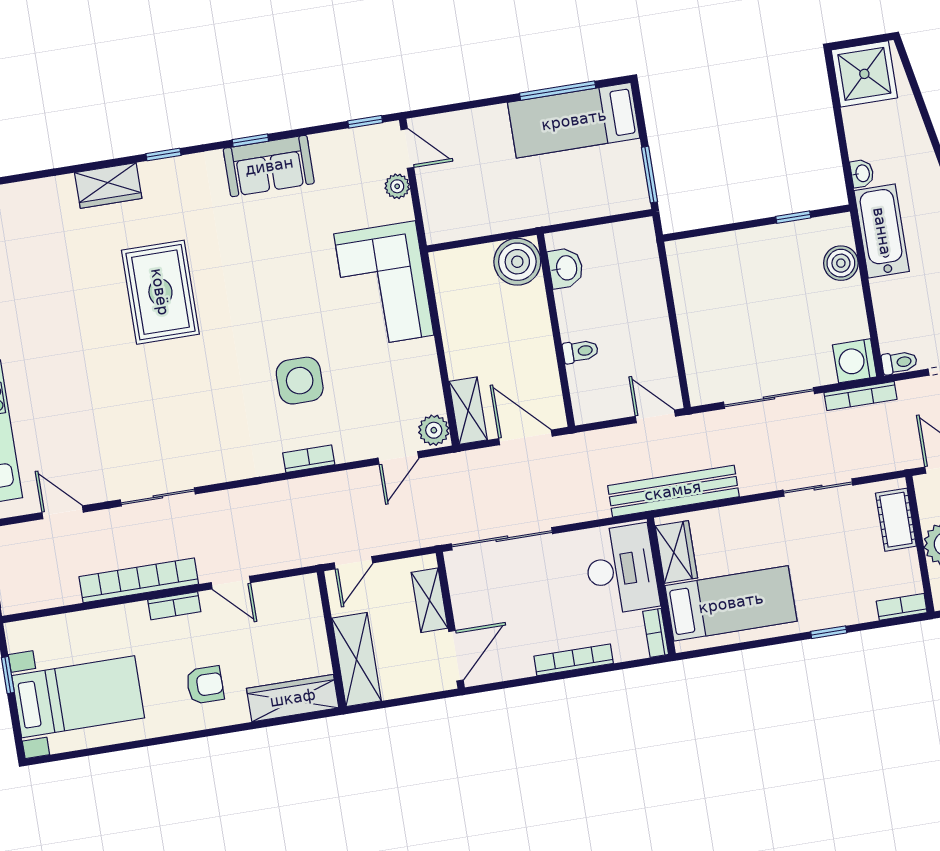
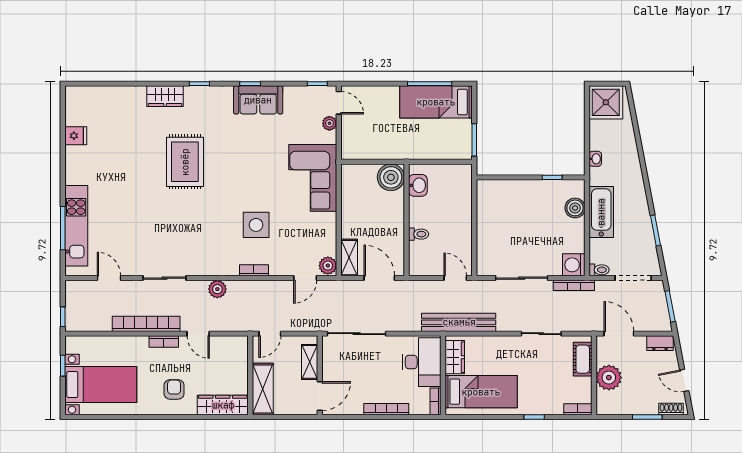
bathtub: (882, 231) -> (601, 212), moved
plant: (251, 501) -> (217, 289), added
armchair: (205, 685) -> (174, 389), turned -90

